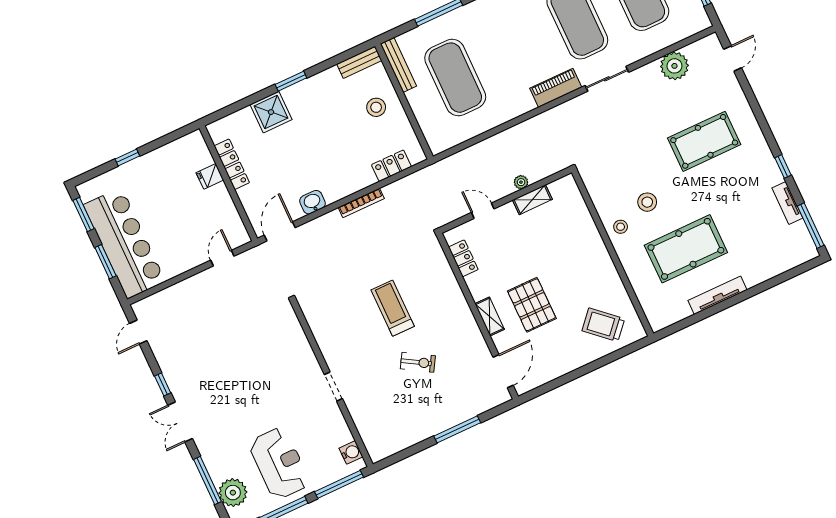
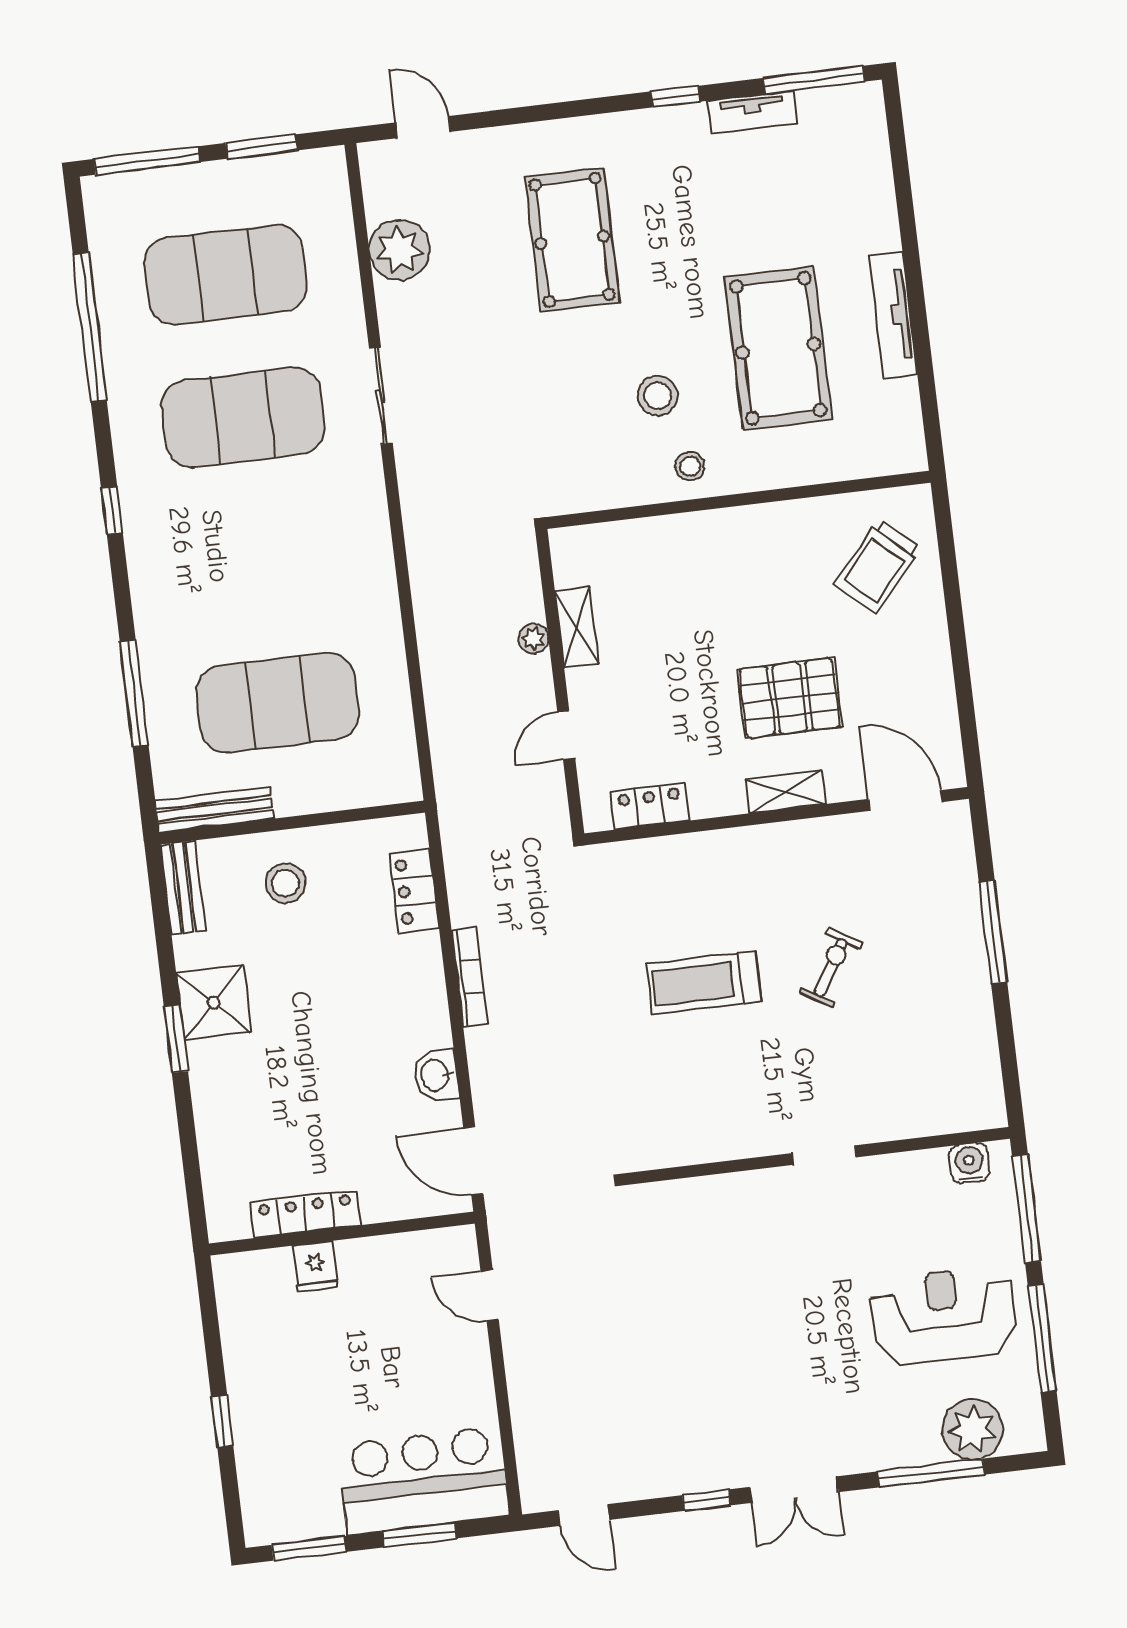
piano: (556, 88) -> (365, 506), removed
shower: (271, 112) -> (214, 1003), moved
bar counter: (124, 243) -> (424, 1481), width x0.73

